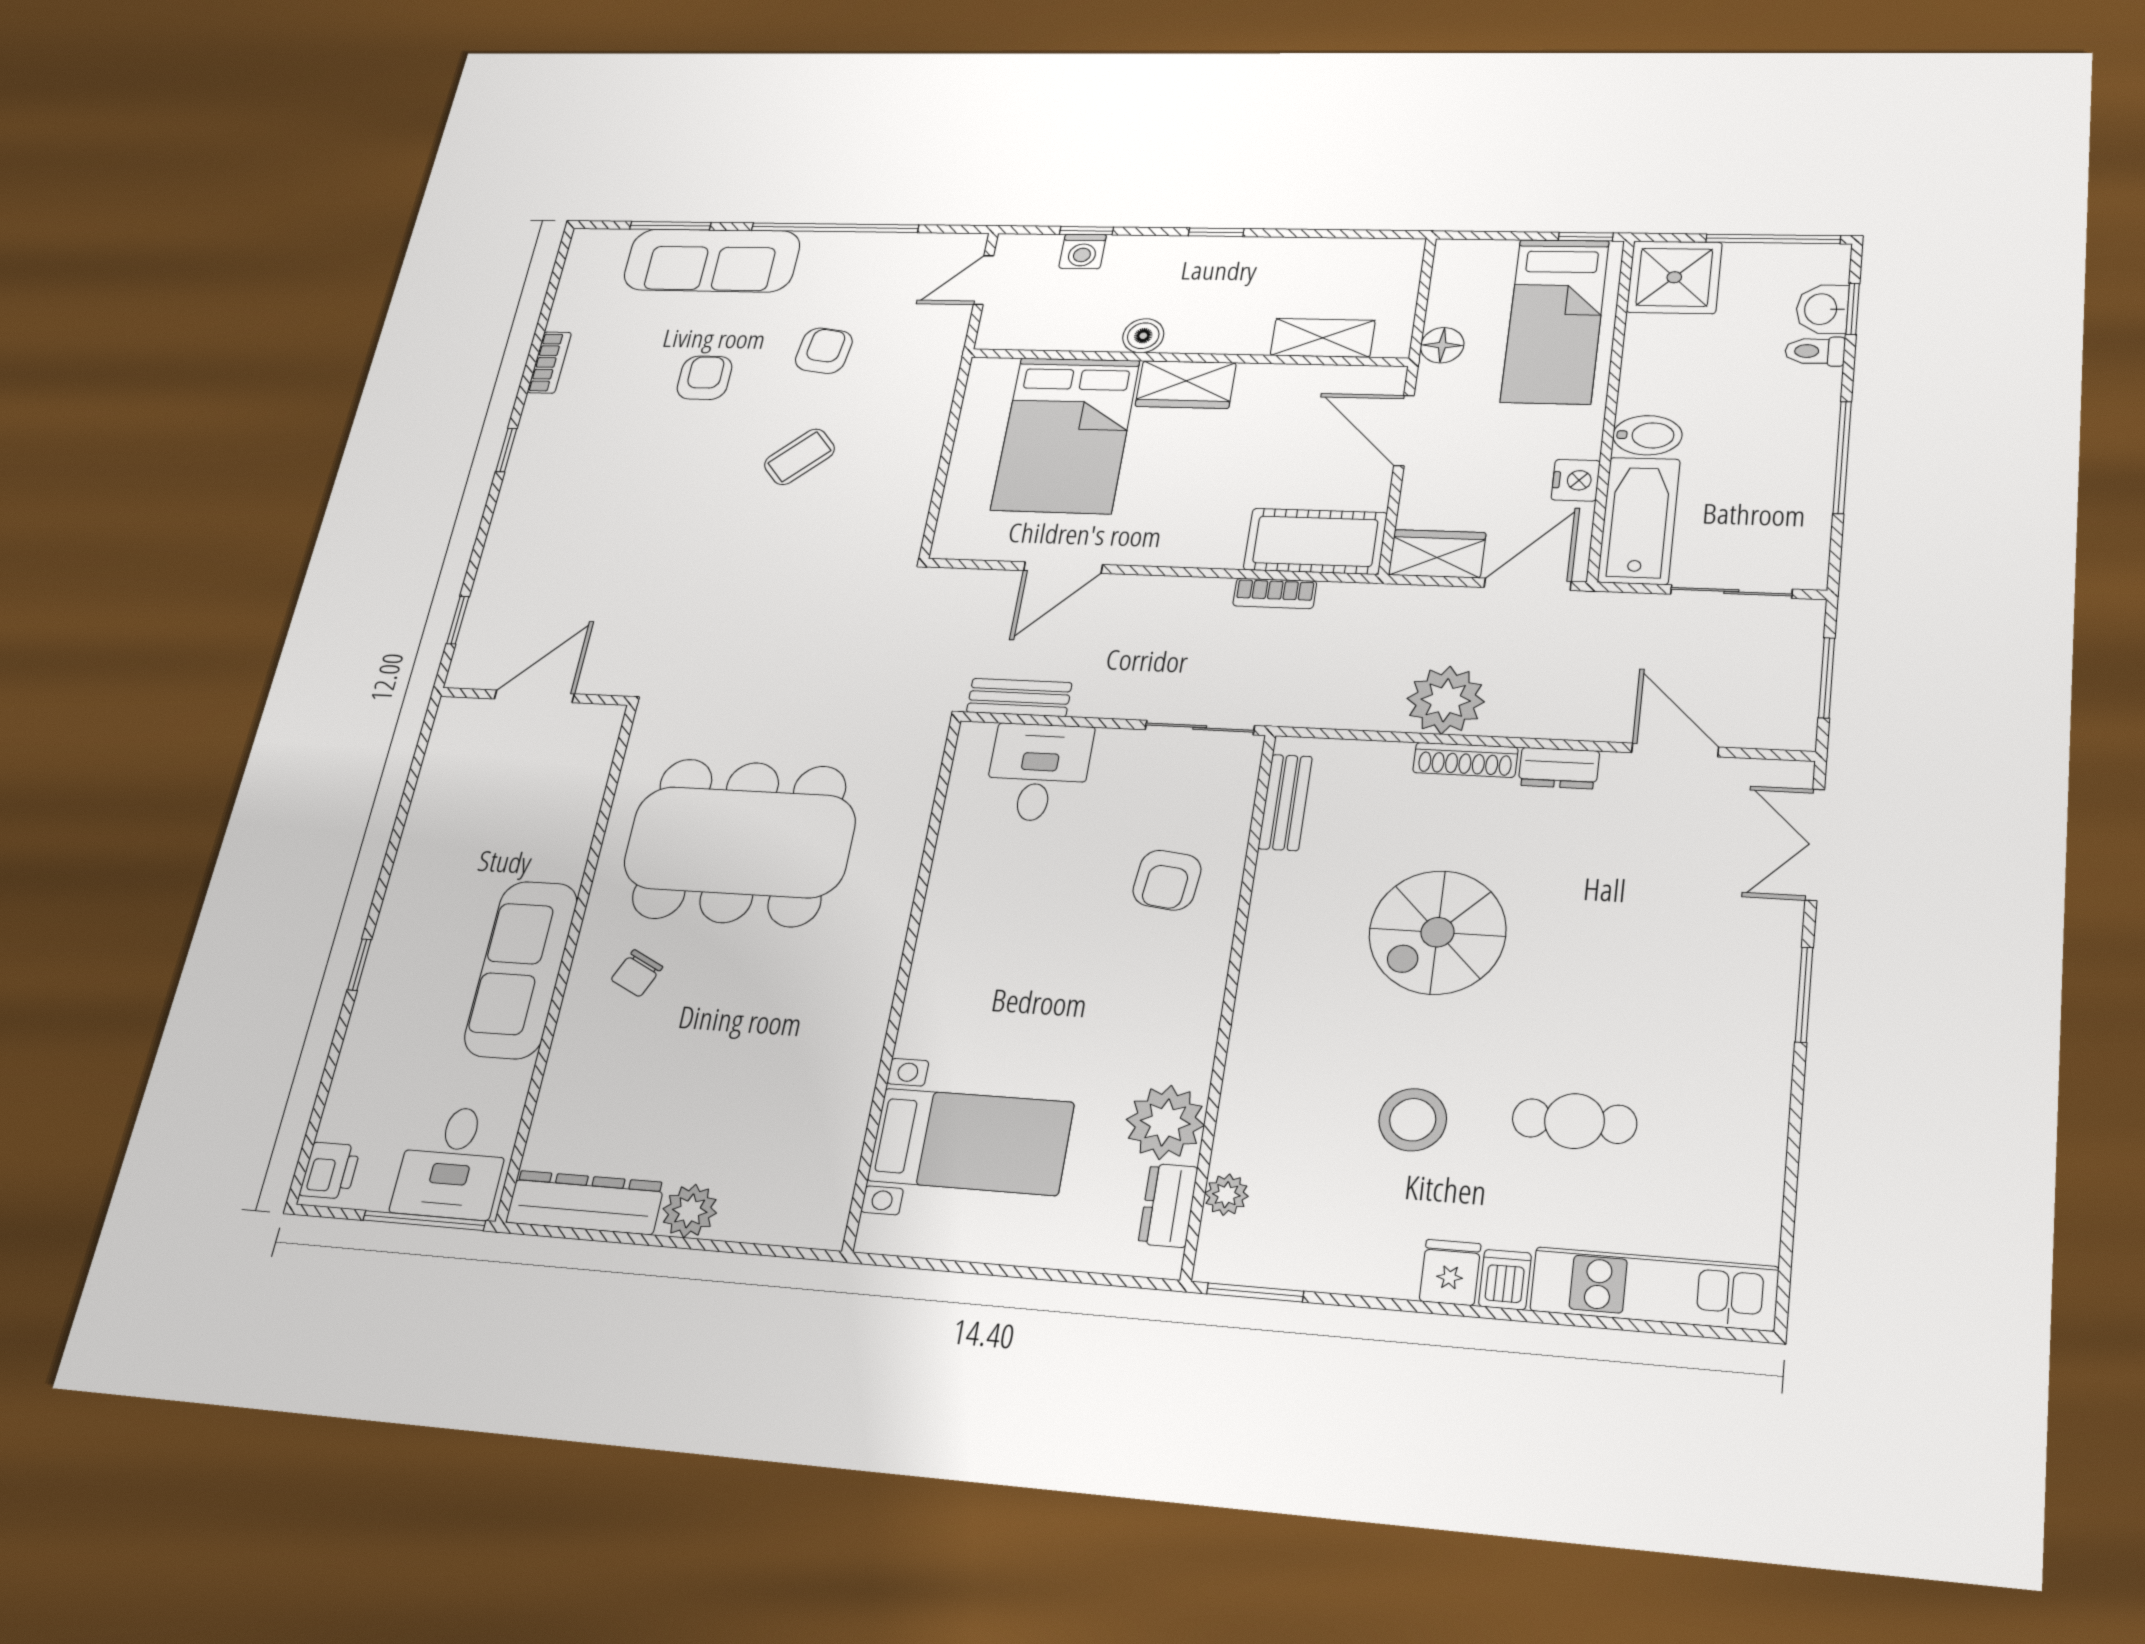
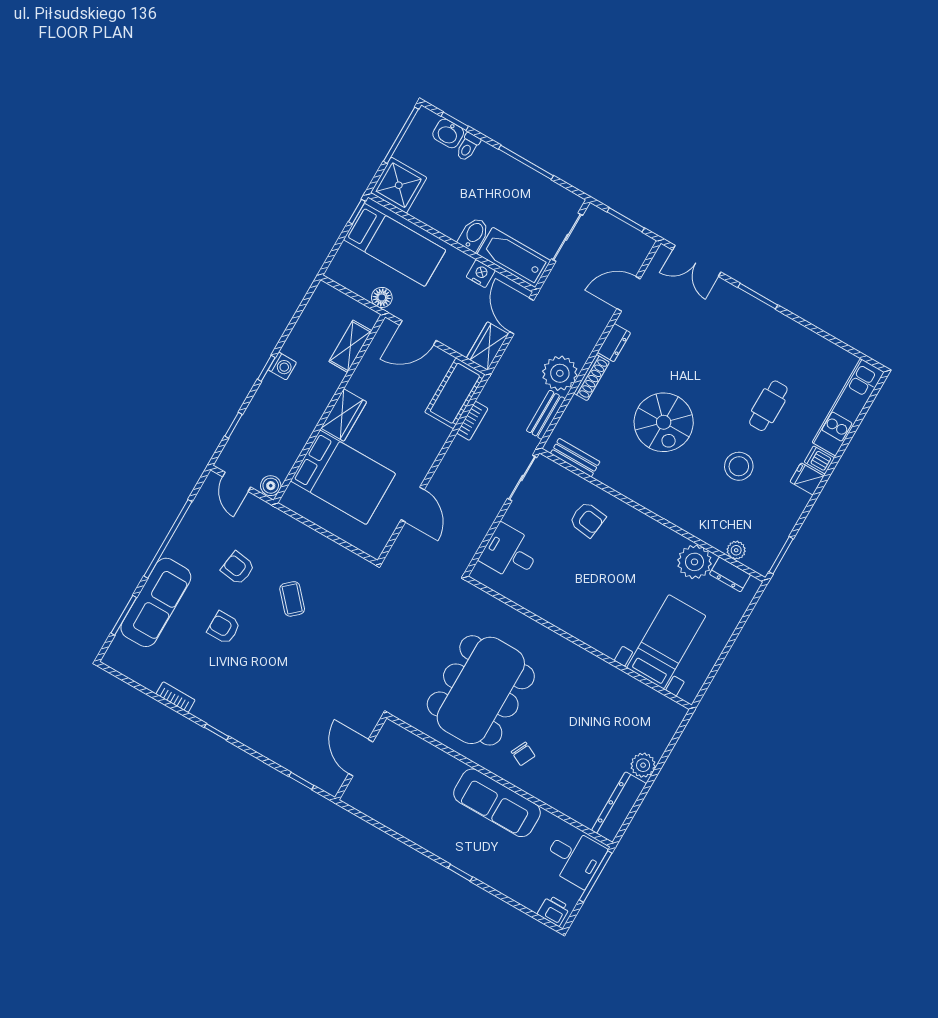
washing machine: (1083, 252) -> (282, 366), moved
boiler: (1143, 336) -> (271, 486), moved
bench: (1019, 697) -> (546, 415), moved

